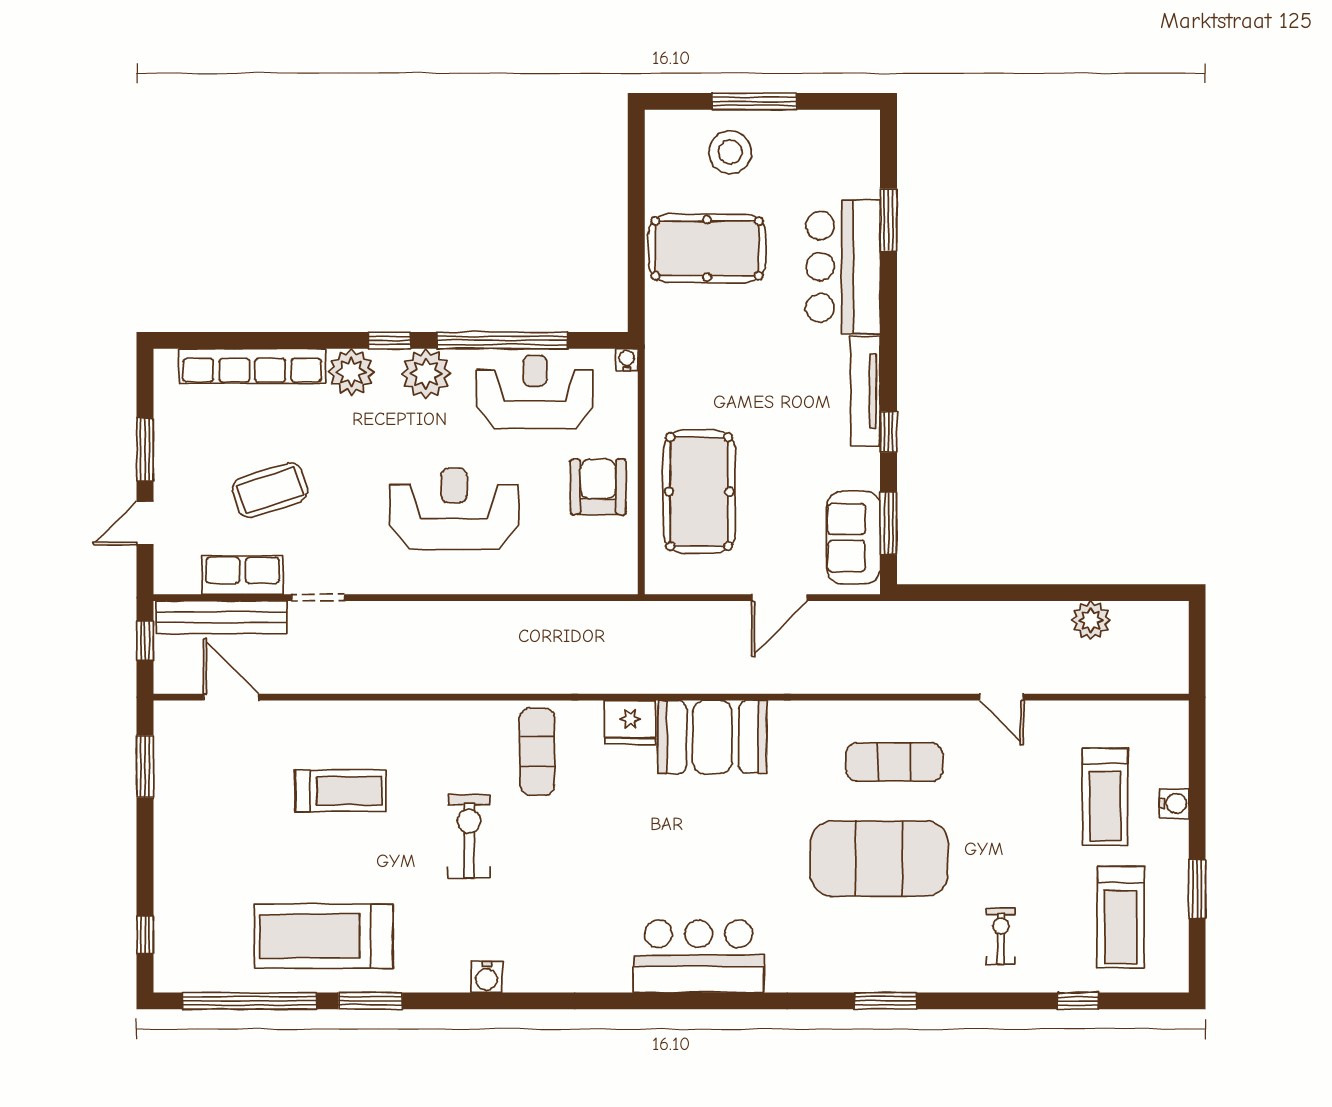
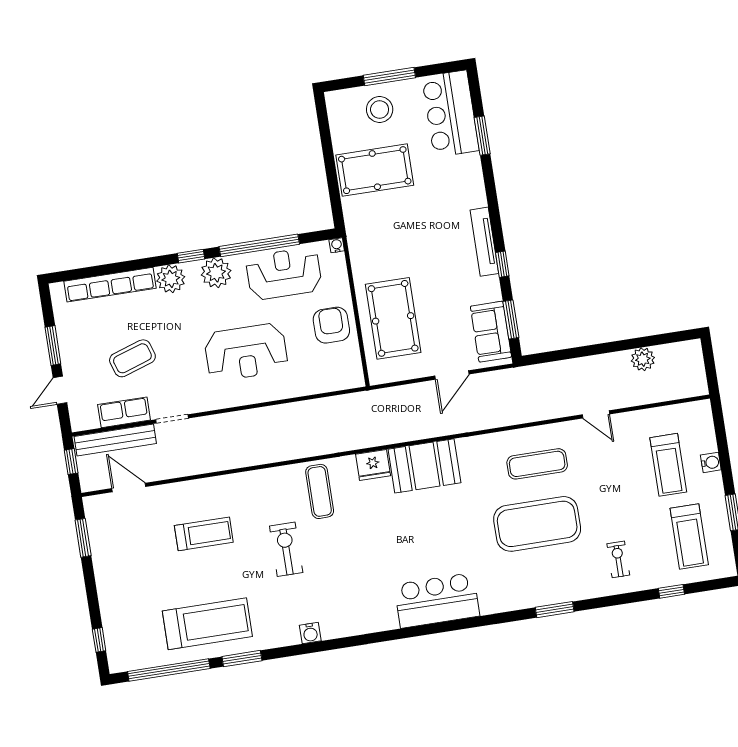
bar counter: (843, 267) -> (450, 114), moved
reception desk: (454, 509) -> (246, 352), turned 180
treadmill: (323, 936) -> (207, 624), turned 180

